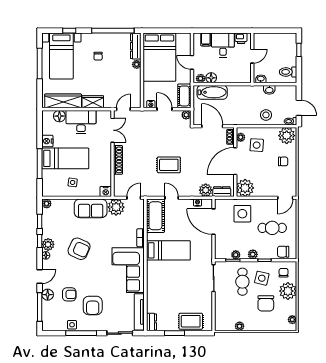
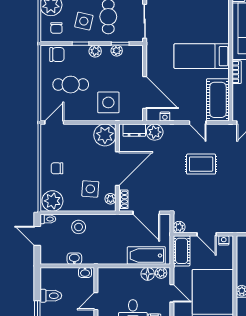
toilet: (288, 72) -> (51, 296), moved

